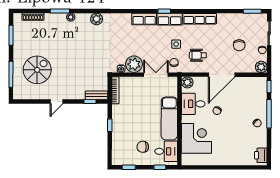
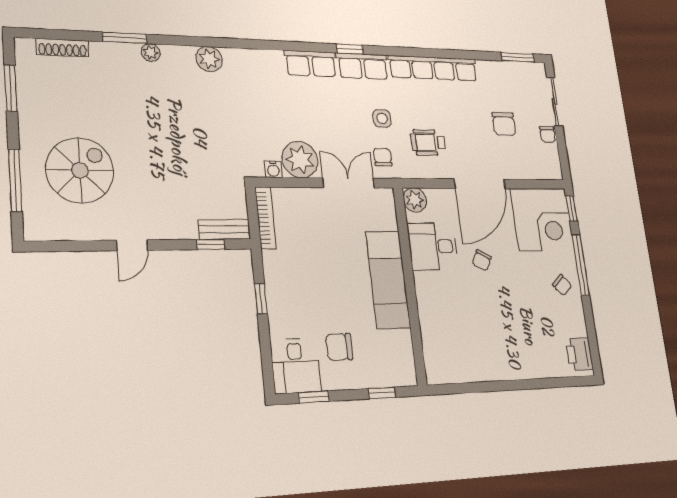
row of seats: (200, 19) -> (433, 68), width x1.36
plant: (261, 67) -> (551, 168), removed
corner desk: (196, 138) -> (542, 219), moved, turned 90
desk: (166, 151) -> (296, 366), moved, turned 90

